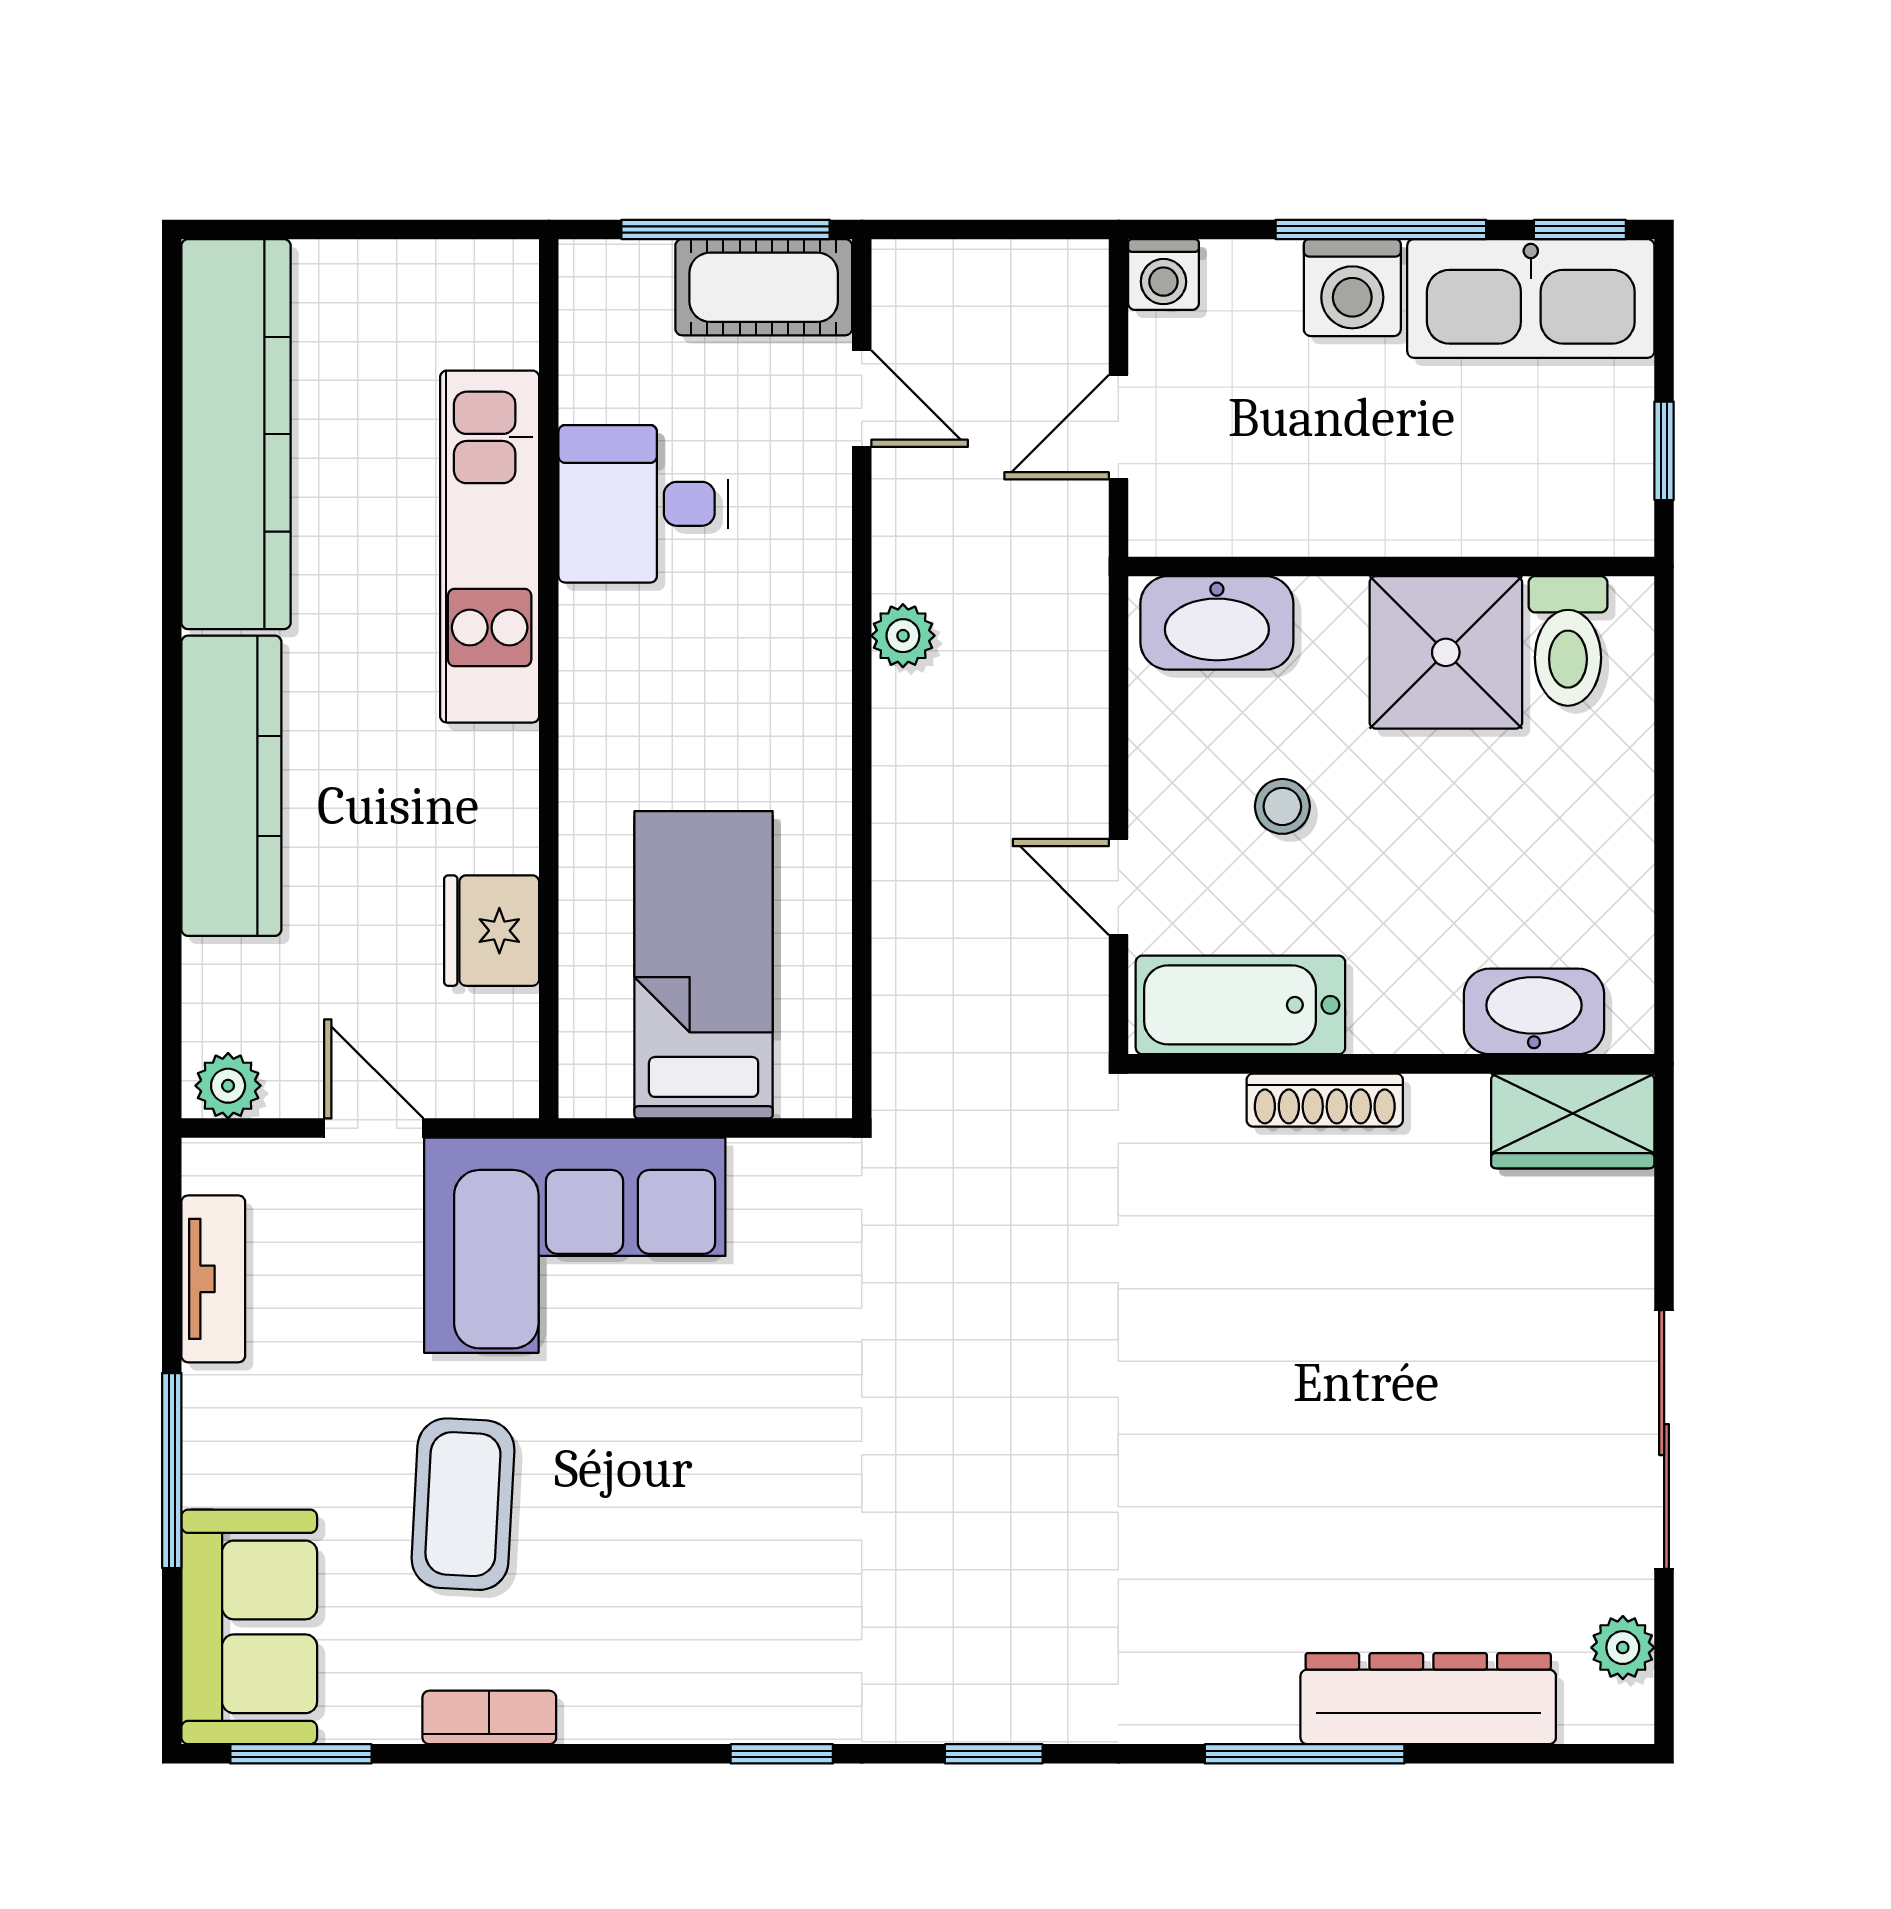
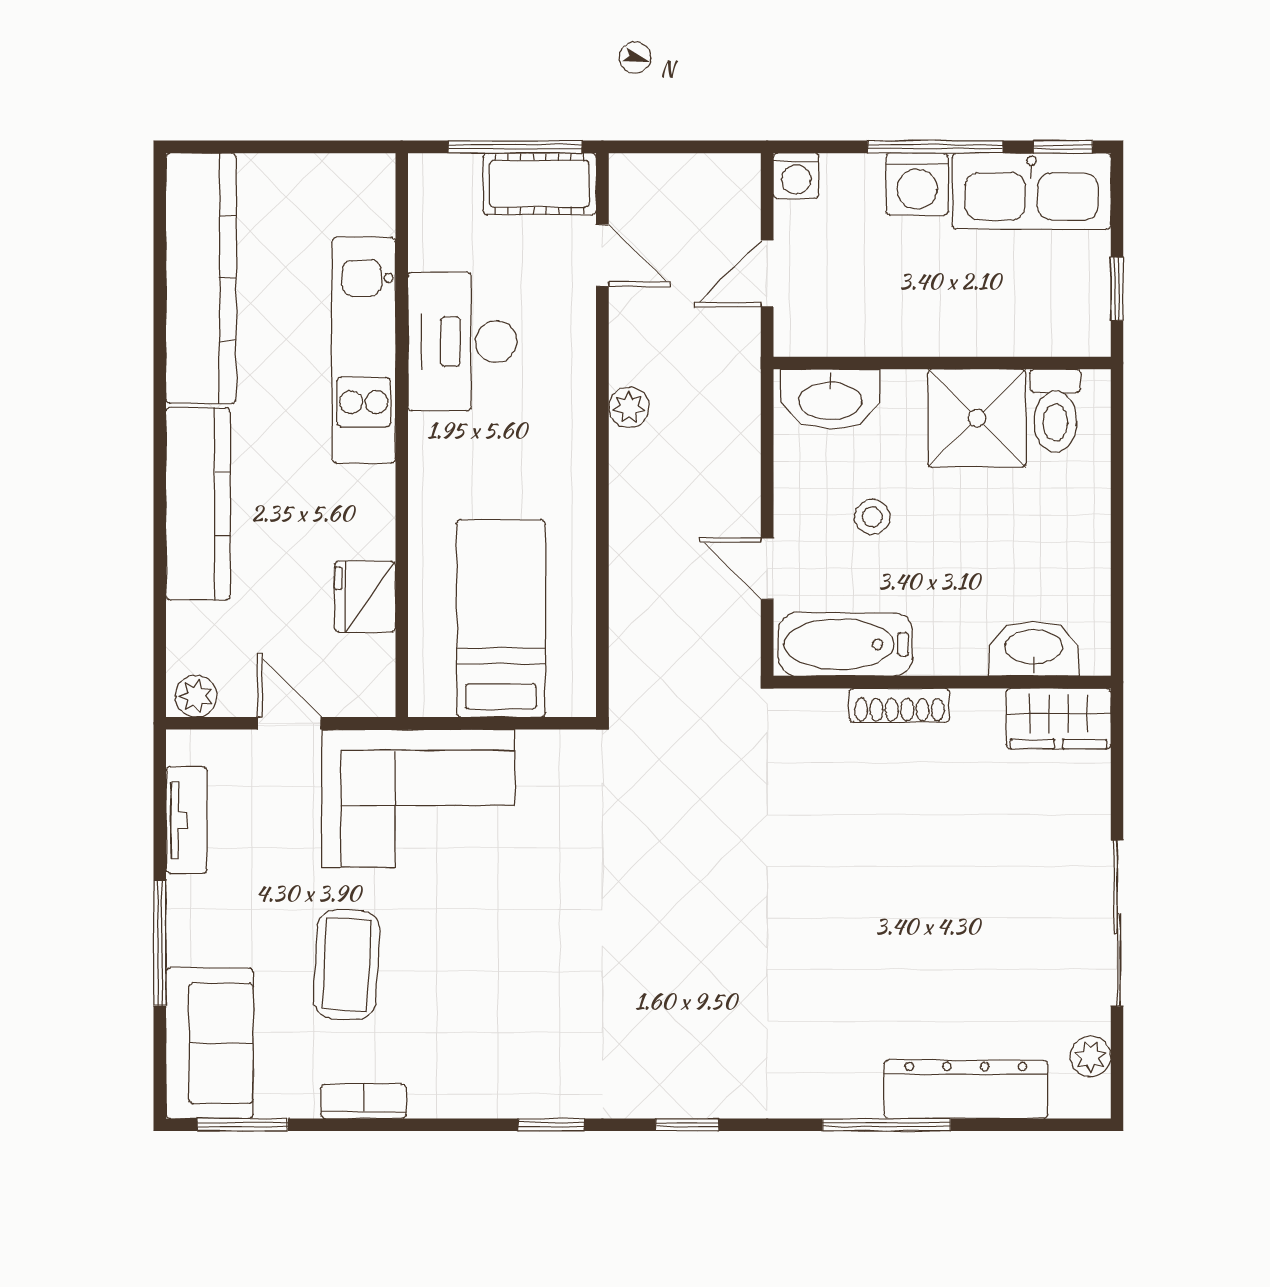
desk: (643, 504) -> (462, 342), width x1.37

